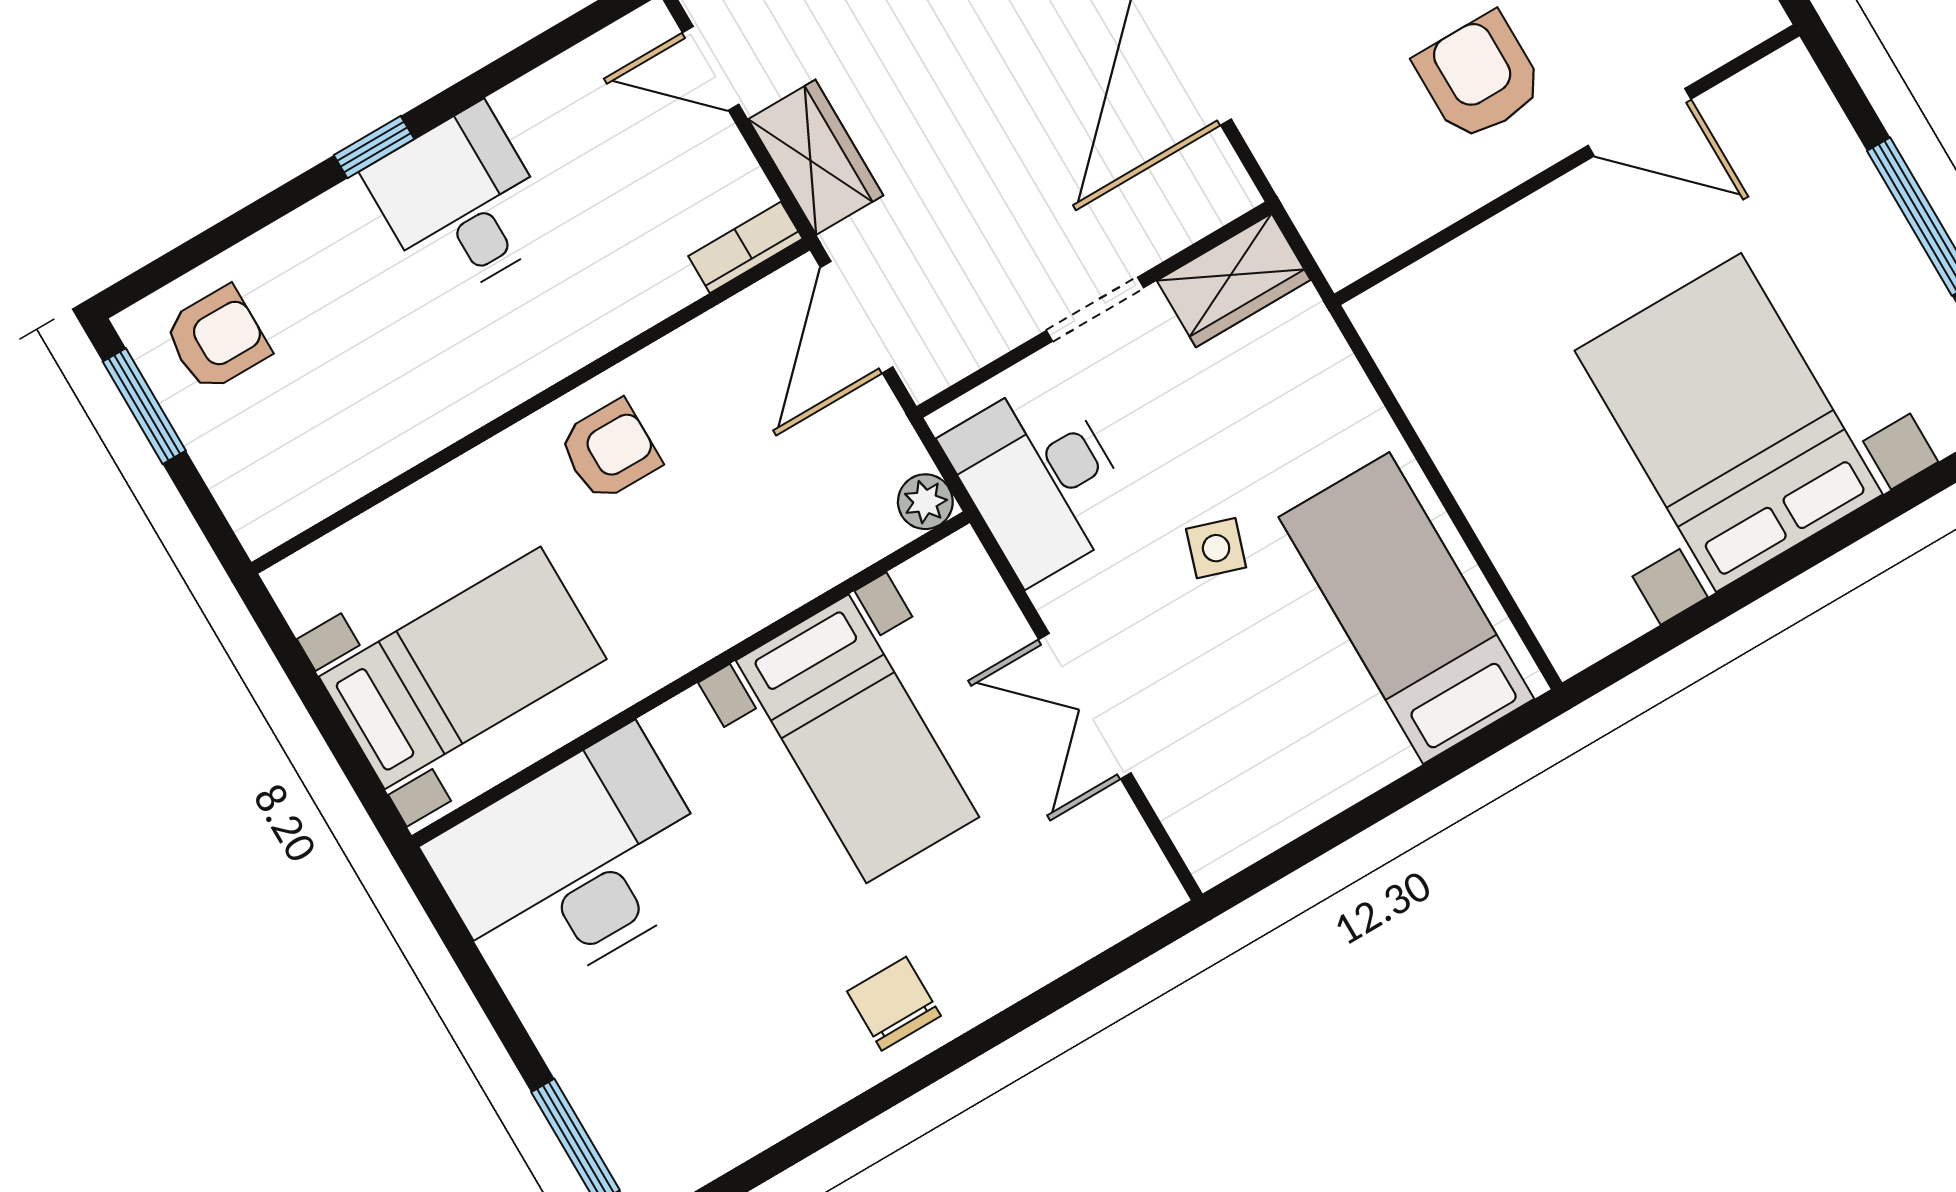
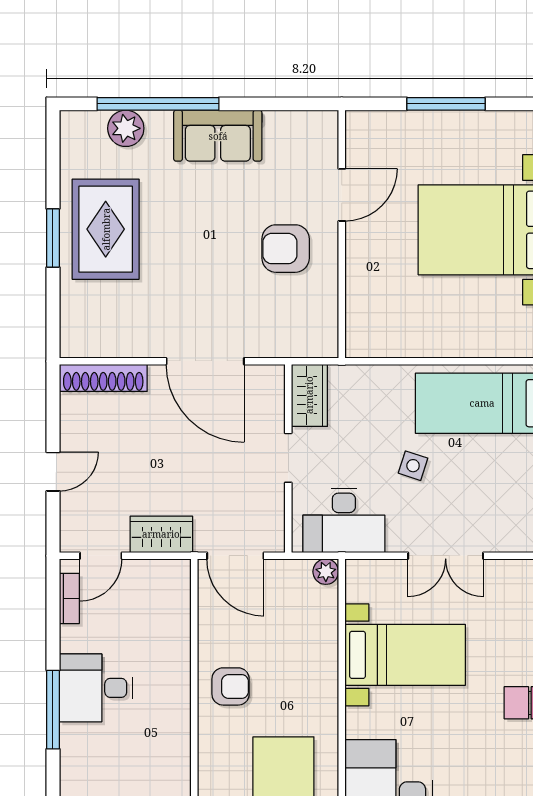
window: (374, 147) -> (53, 710), width x2.17
bookcase: (745, 247) -> (69, 598), moved, turned 180
armchair: (610, 450) -> (231, 686), turned 90

